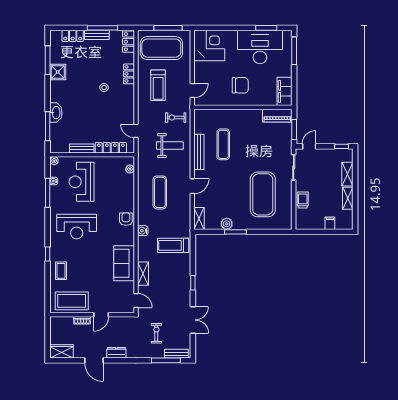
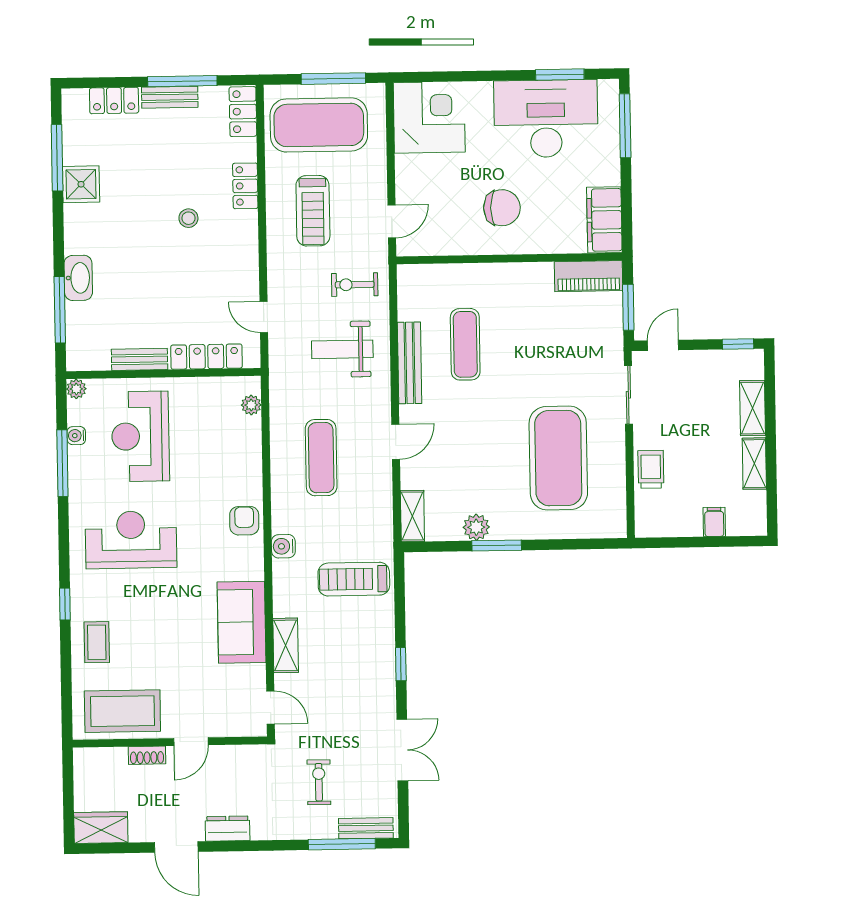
weight bench: (170, 146) -> (342, 349), turned 180
reception desk: (77, 227) -> (131, 540), turned 180

